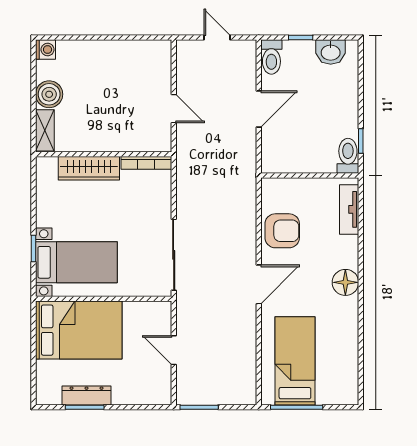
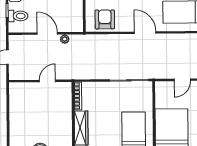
toilet: (271, 57) -> (18, 16), moved
plant: (248, 140) -> (65, 39), added
armchair: (282, 231) -> (105, 19), moved

